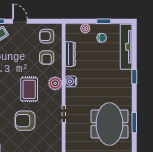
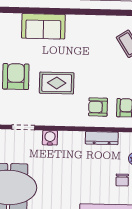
water cooler: (71, 81) -> (50, 138), moved
plant: (55, 83) -> (64, 117), removed

